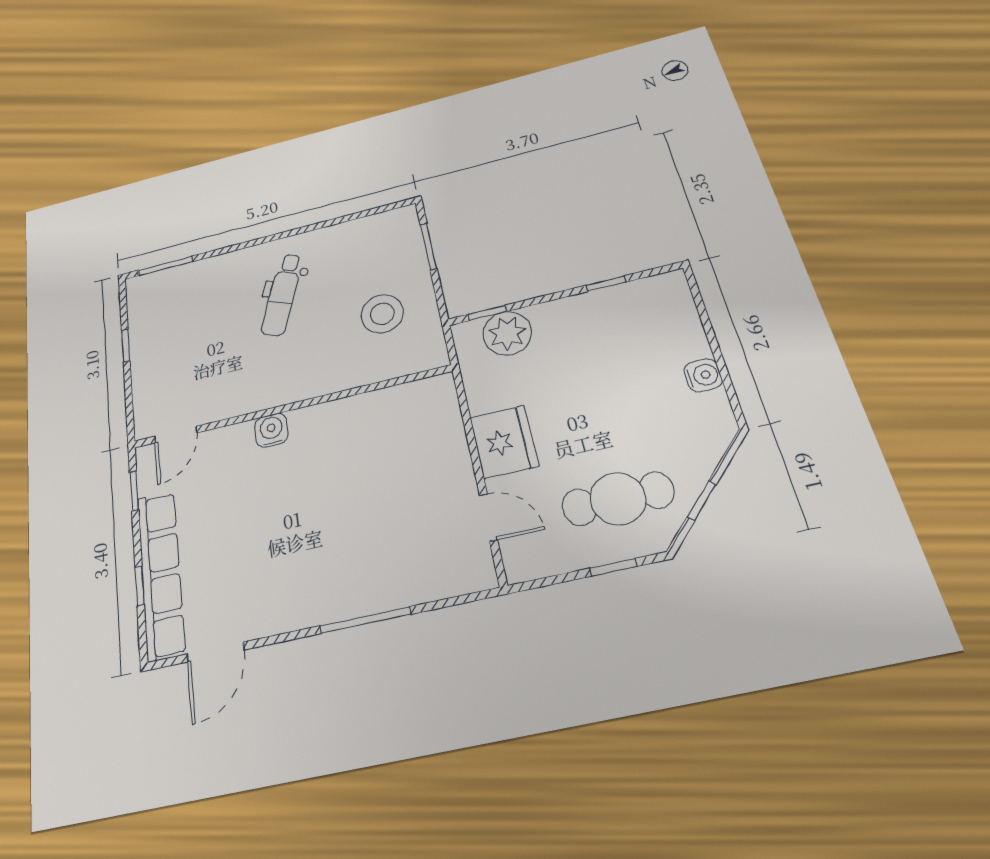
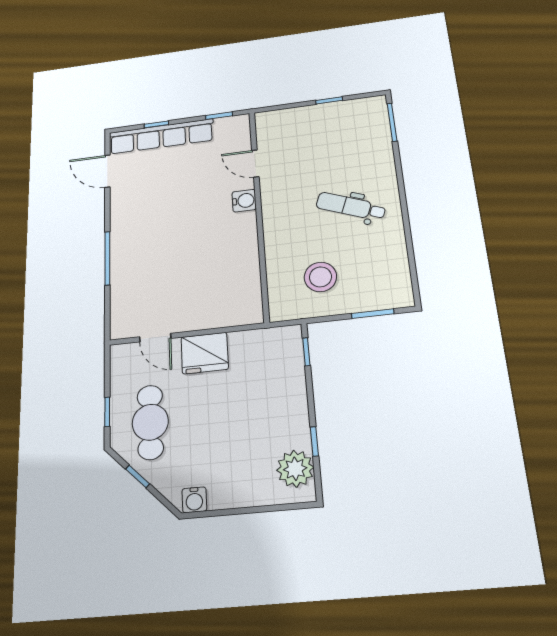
plant: (507, 333) -> (295, 469), moved
water cooler: (703, 375) -> (194, 500), moved
door: (176, 435) -> (255, 163), moved
door: (488, 517) -> (155, 338), hinge flipped

